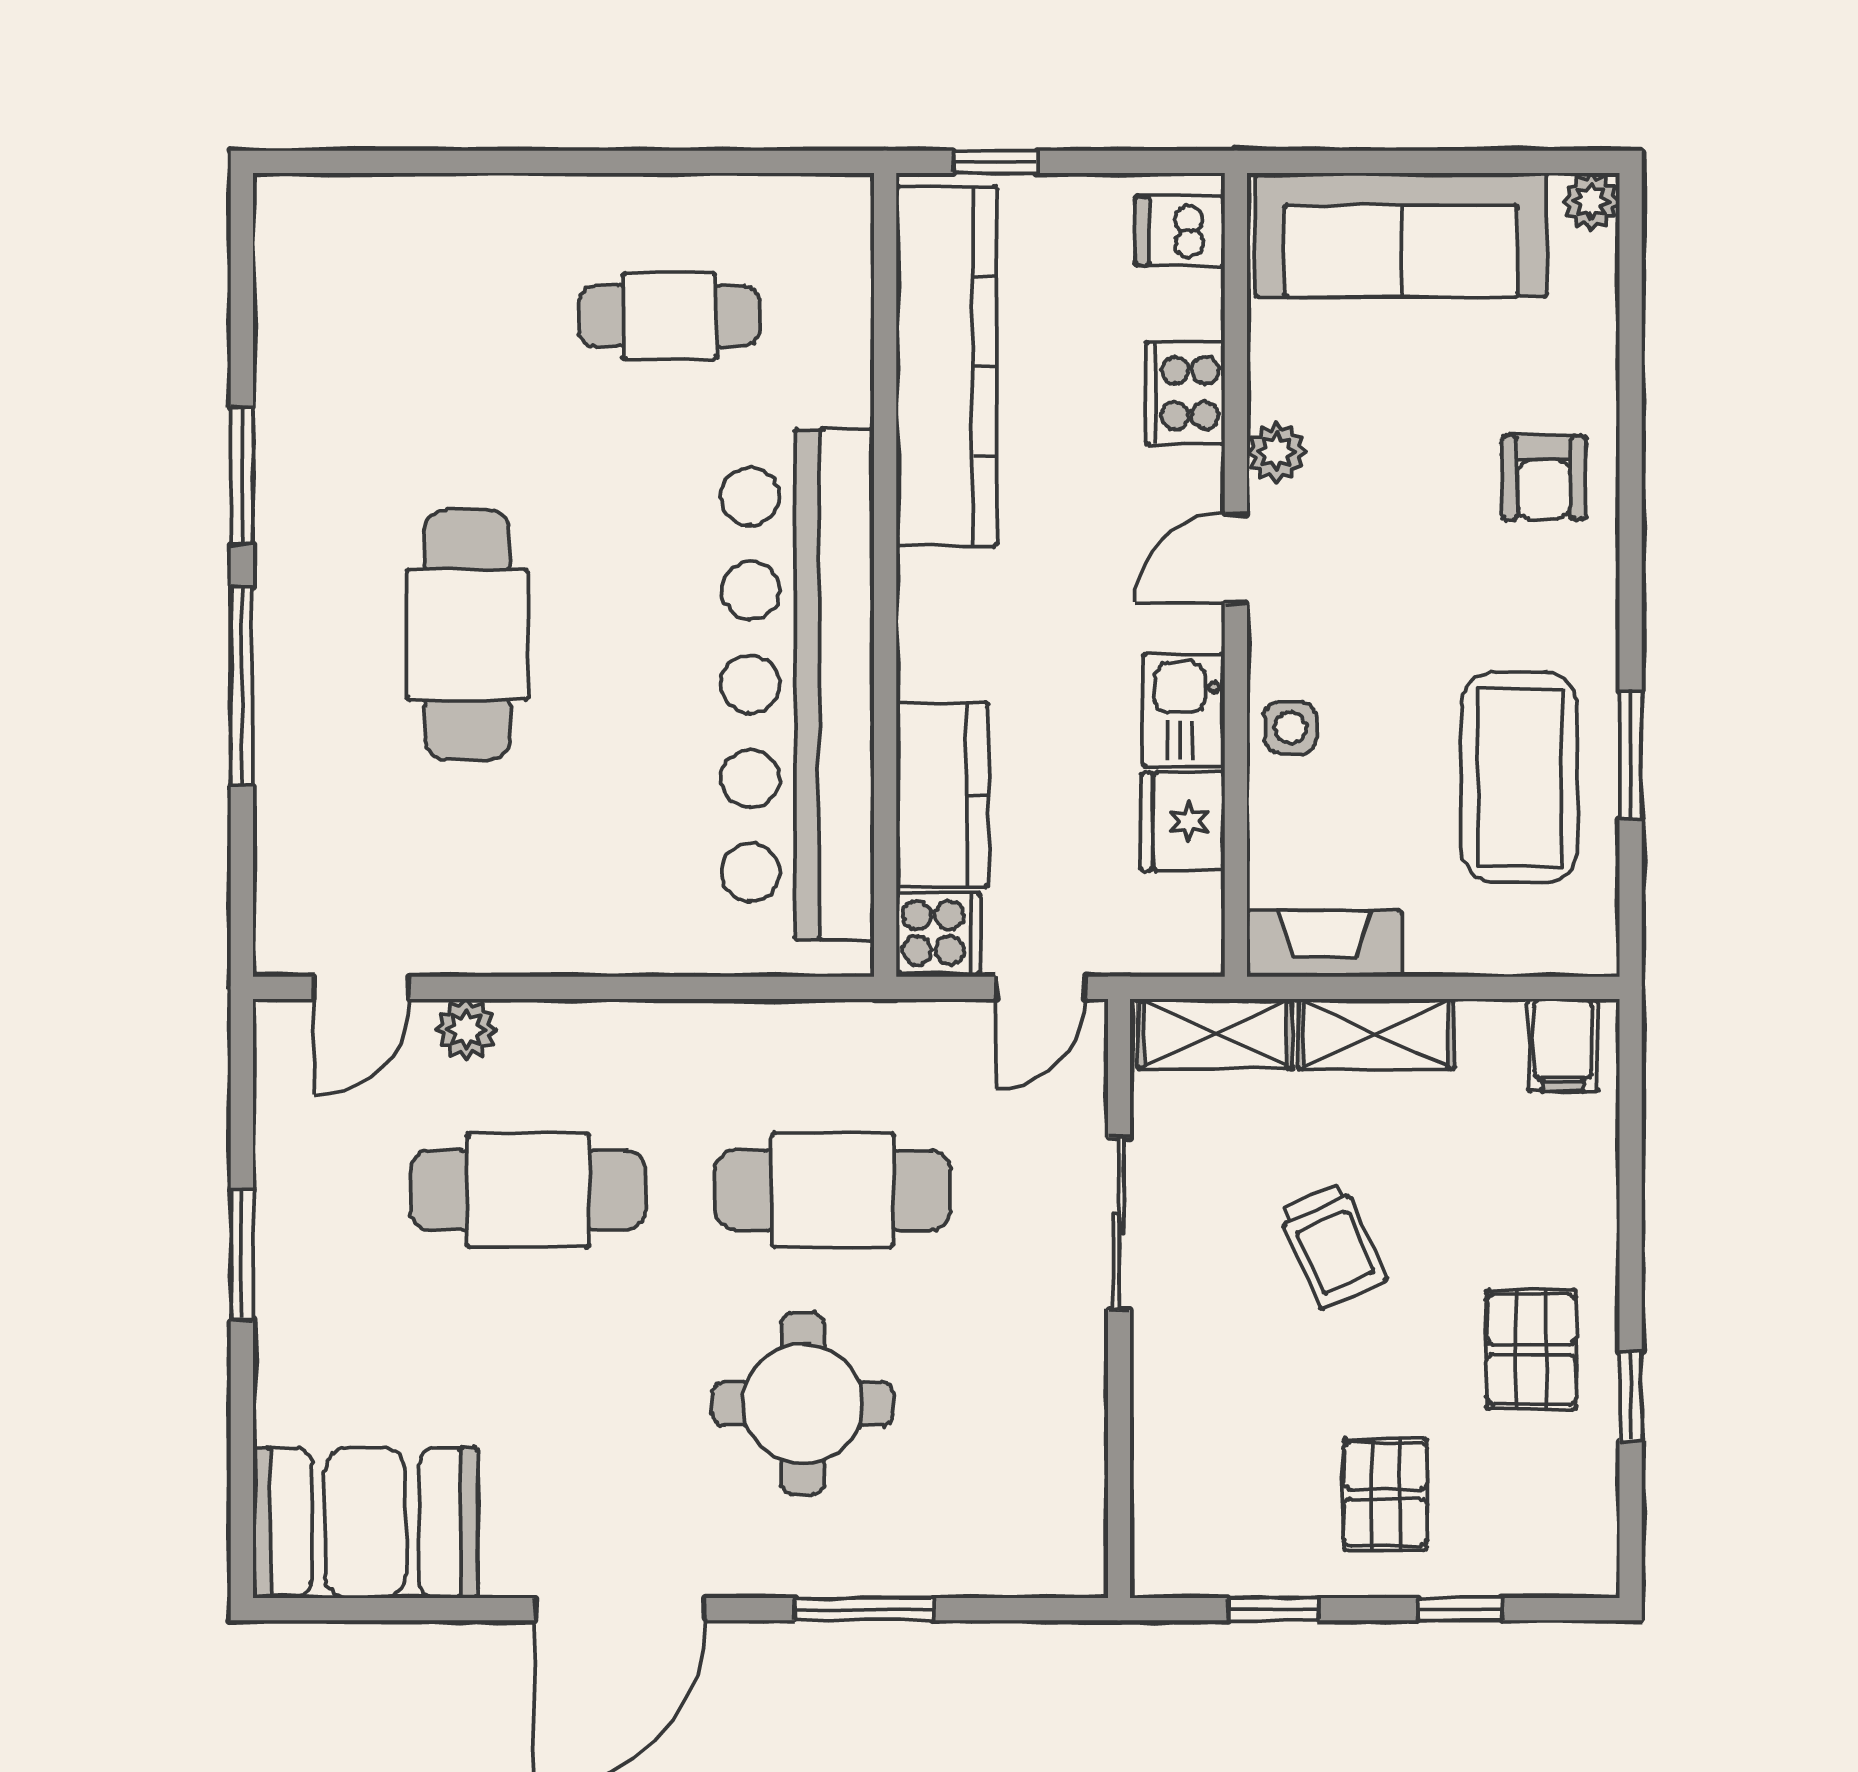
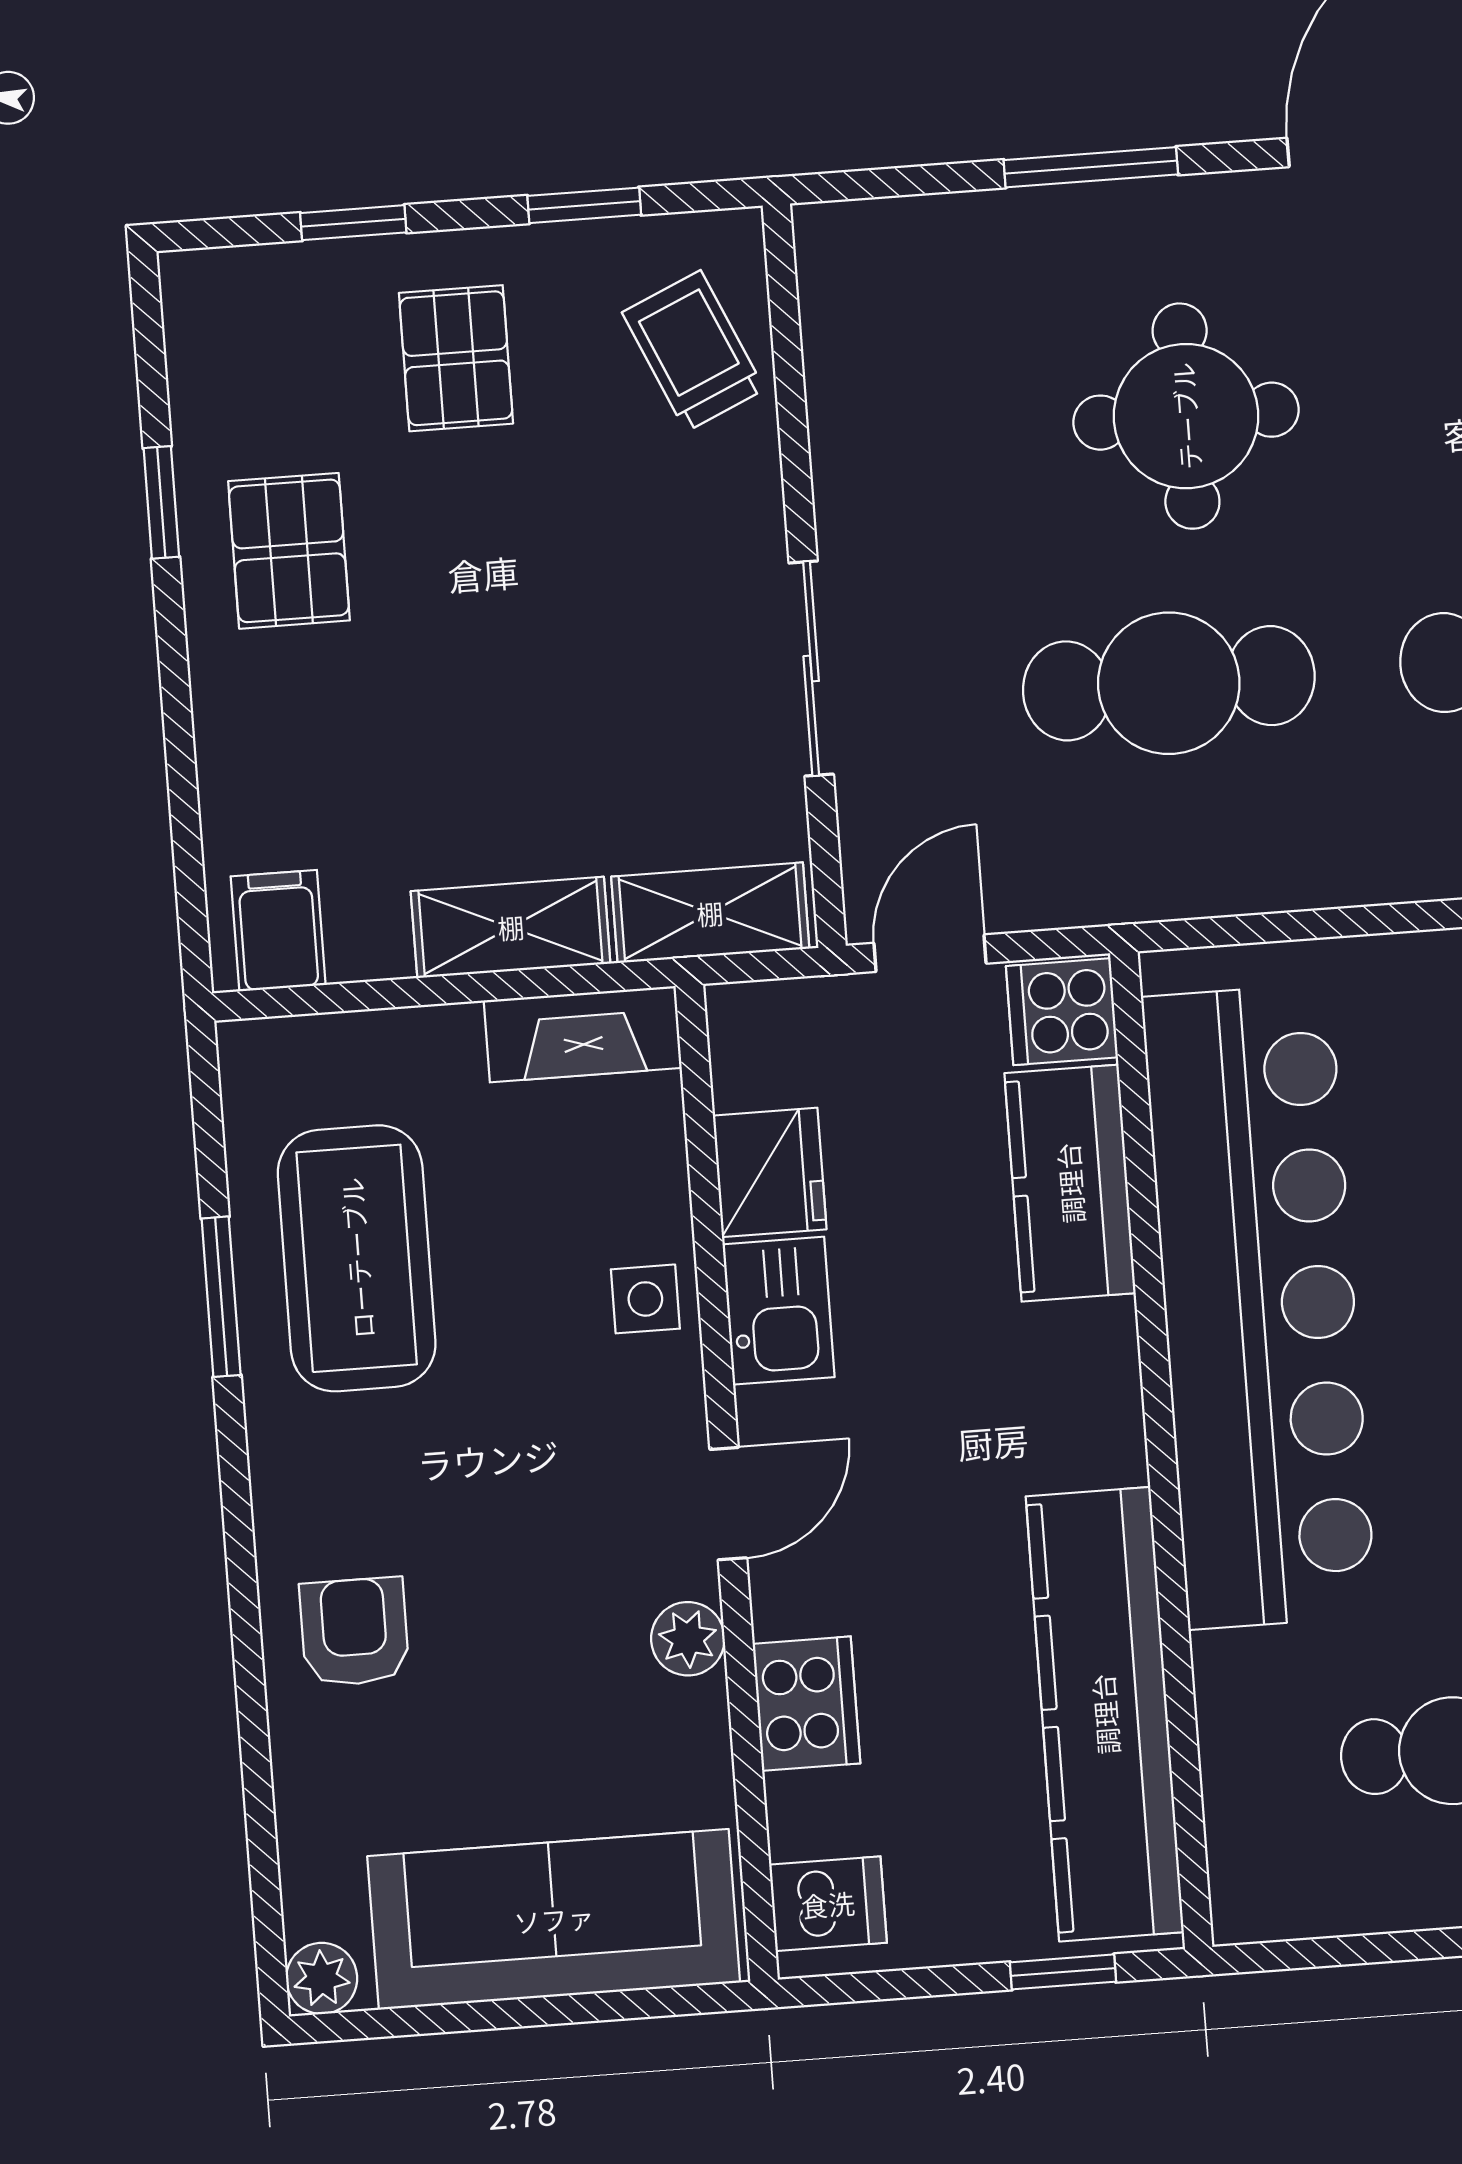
trolley: (1332, 1246) -> (693, 351), moved

